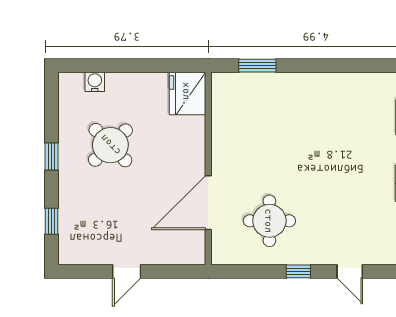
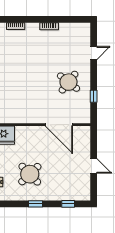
round table: (269, 221) -> (68, 82), moved, turned 38
window: (298, 271) -> (94, 96), moved

